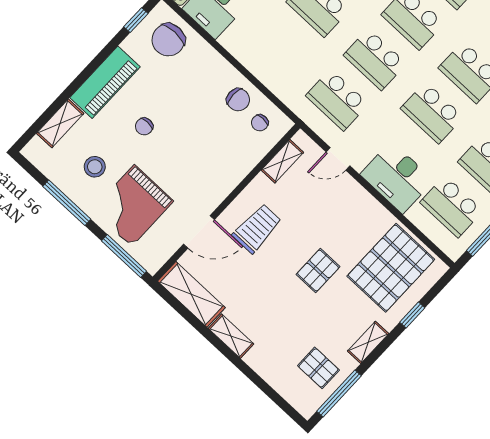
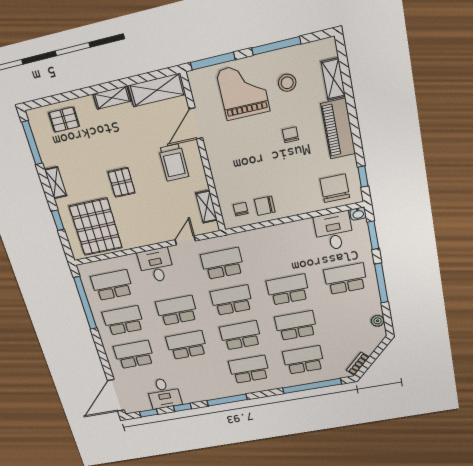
desk: (397, 177) -> (156, 265), width x0.73
pallet: (318, 368) -> (64, 120), moved

